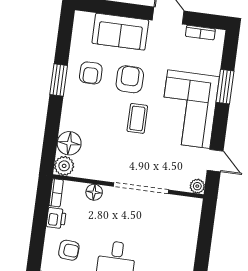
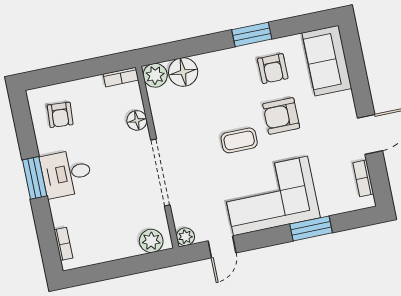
sofa: (120, 32) -> (327, 61), moved
armchair: (91, 73) -> (273, 69), turned -90
armchair: (130, 79) -> (281, 116), turned 180
plant: (191, 214) -> (151, 241), added
printer: (56, 218) -> (92, 87), removed

